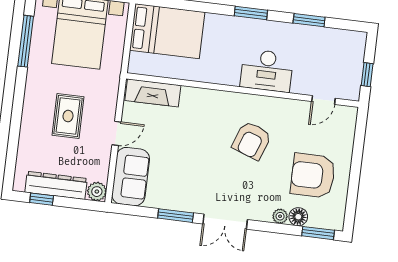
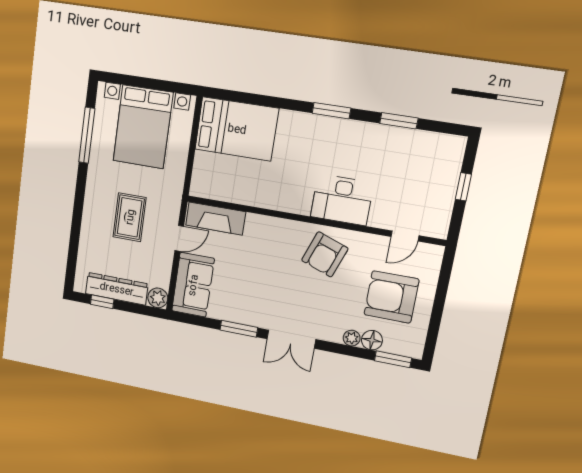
desk: (267, 70) -> (342, 200), moved
wall: (243, 90) -> (314, 220), moved
fireplace: (153, 93) -> (216, 218), moved
door: (323, 100) -> (405, 236), moved

